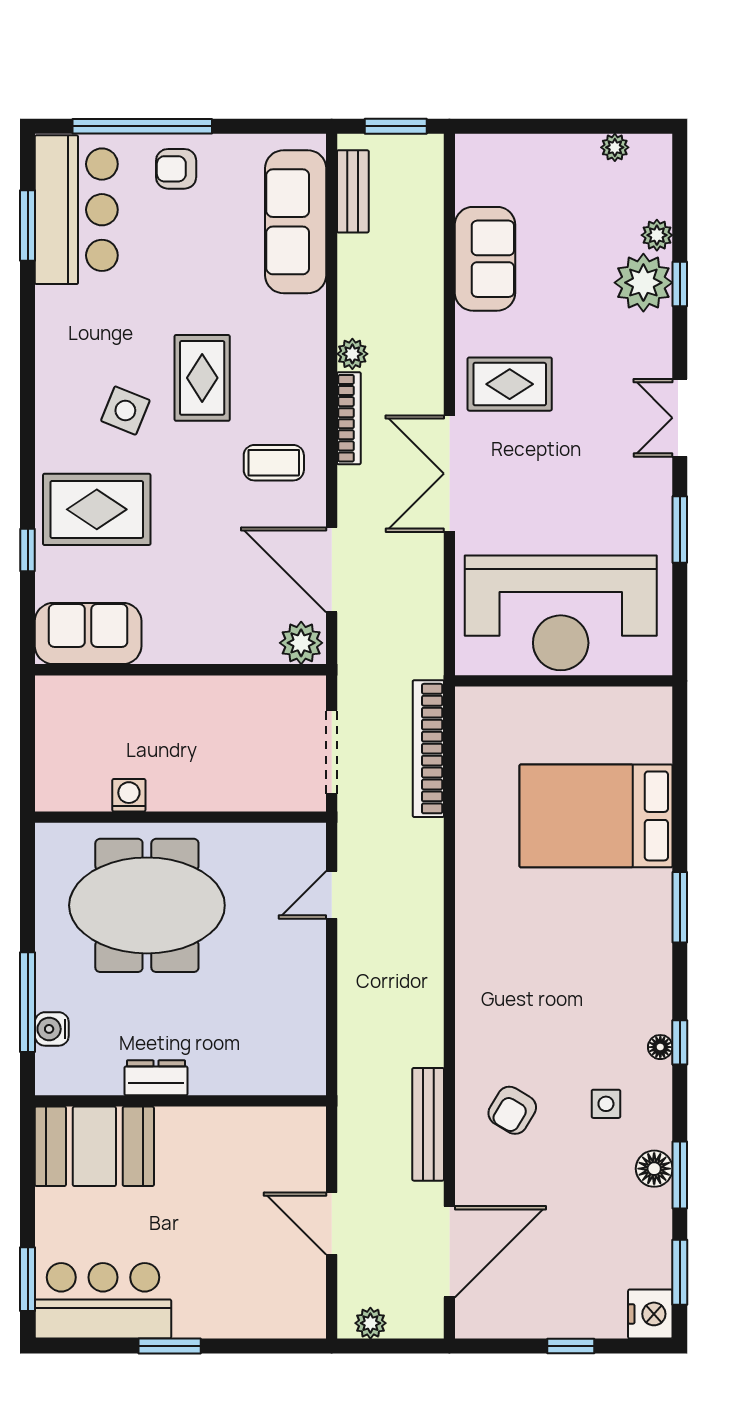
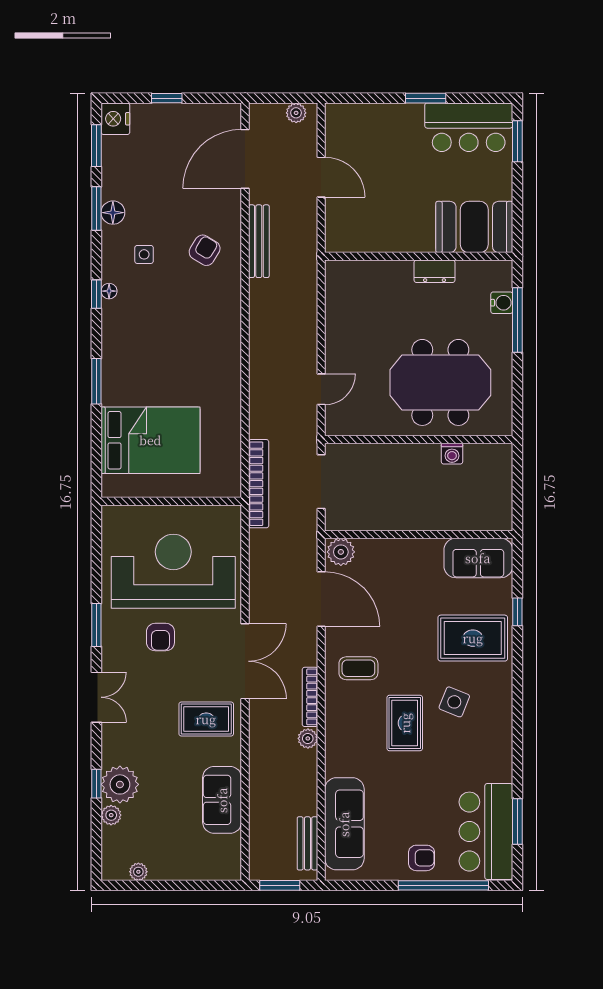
armchair: (581, 511) -> (160, 637), added
wall: (564, 681) -> (171, 501), moved

